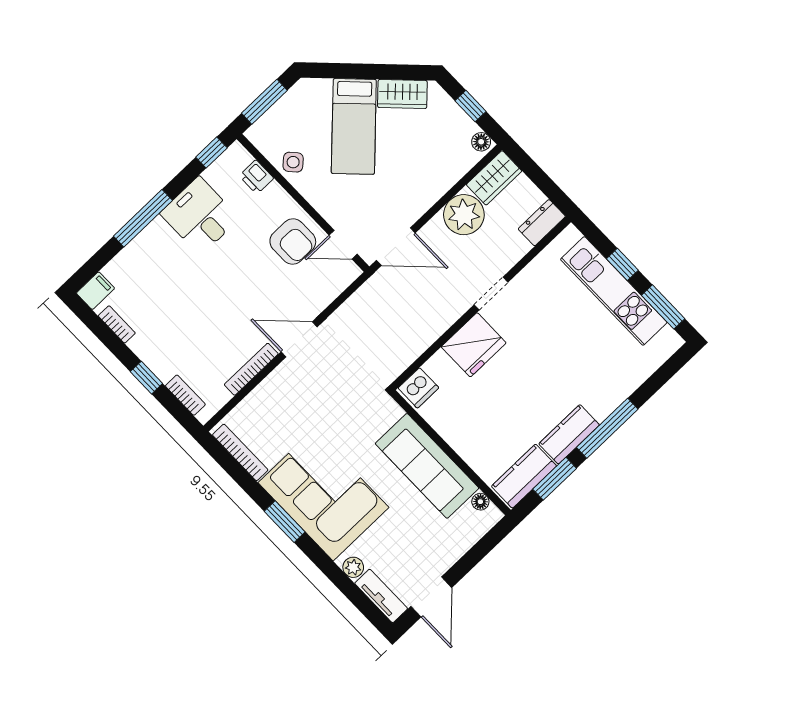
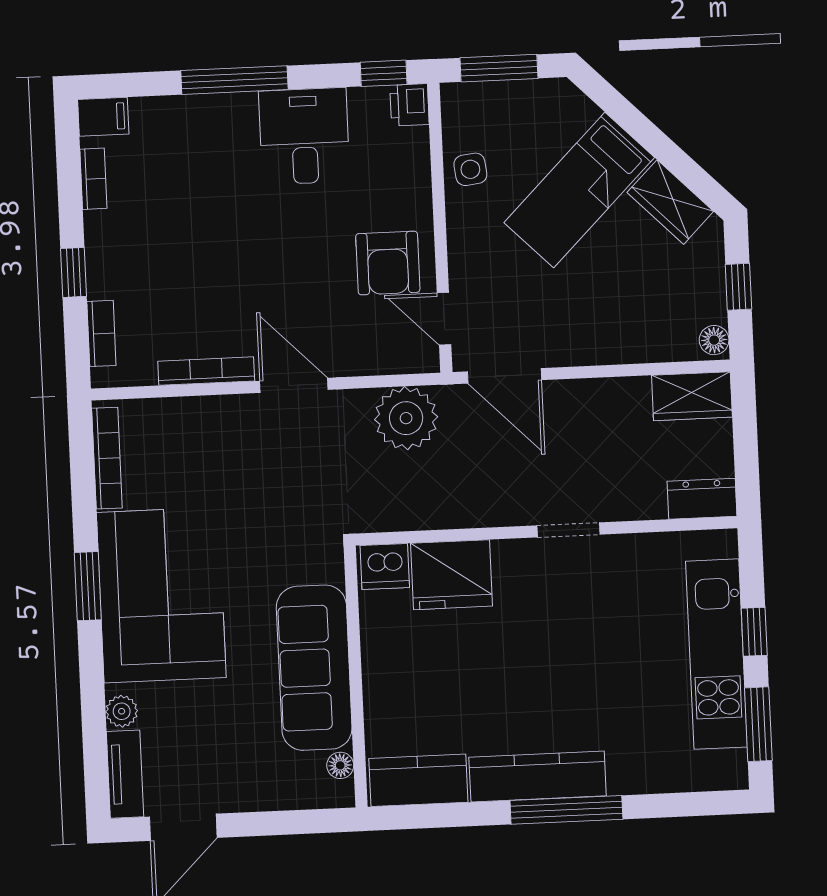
side table: (293, 162) -> (470, 169), turned 35
printer: (256, 177) -> (409, 105), moved
plant: (464, 215) -> (406, 418), moved
fridge: (474, 345) -> (451, 575), moved
kitchen counter: (569, 434) -> (538, 777), width x1.50
window: (555, 479) -> (452, 815), removed

